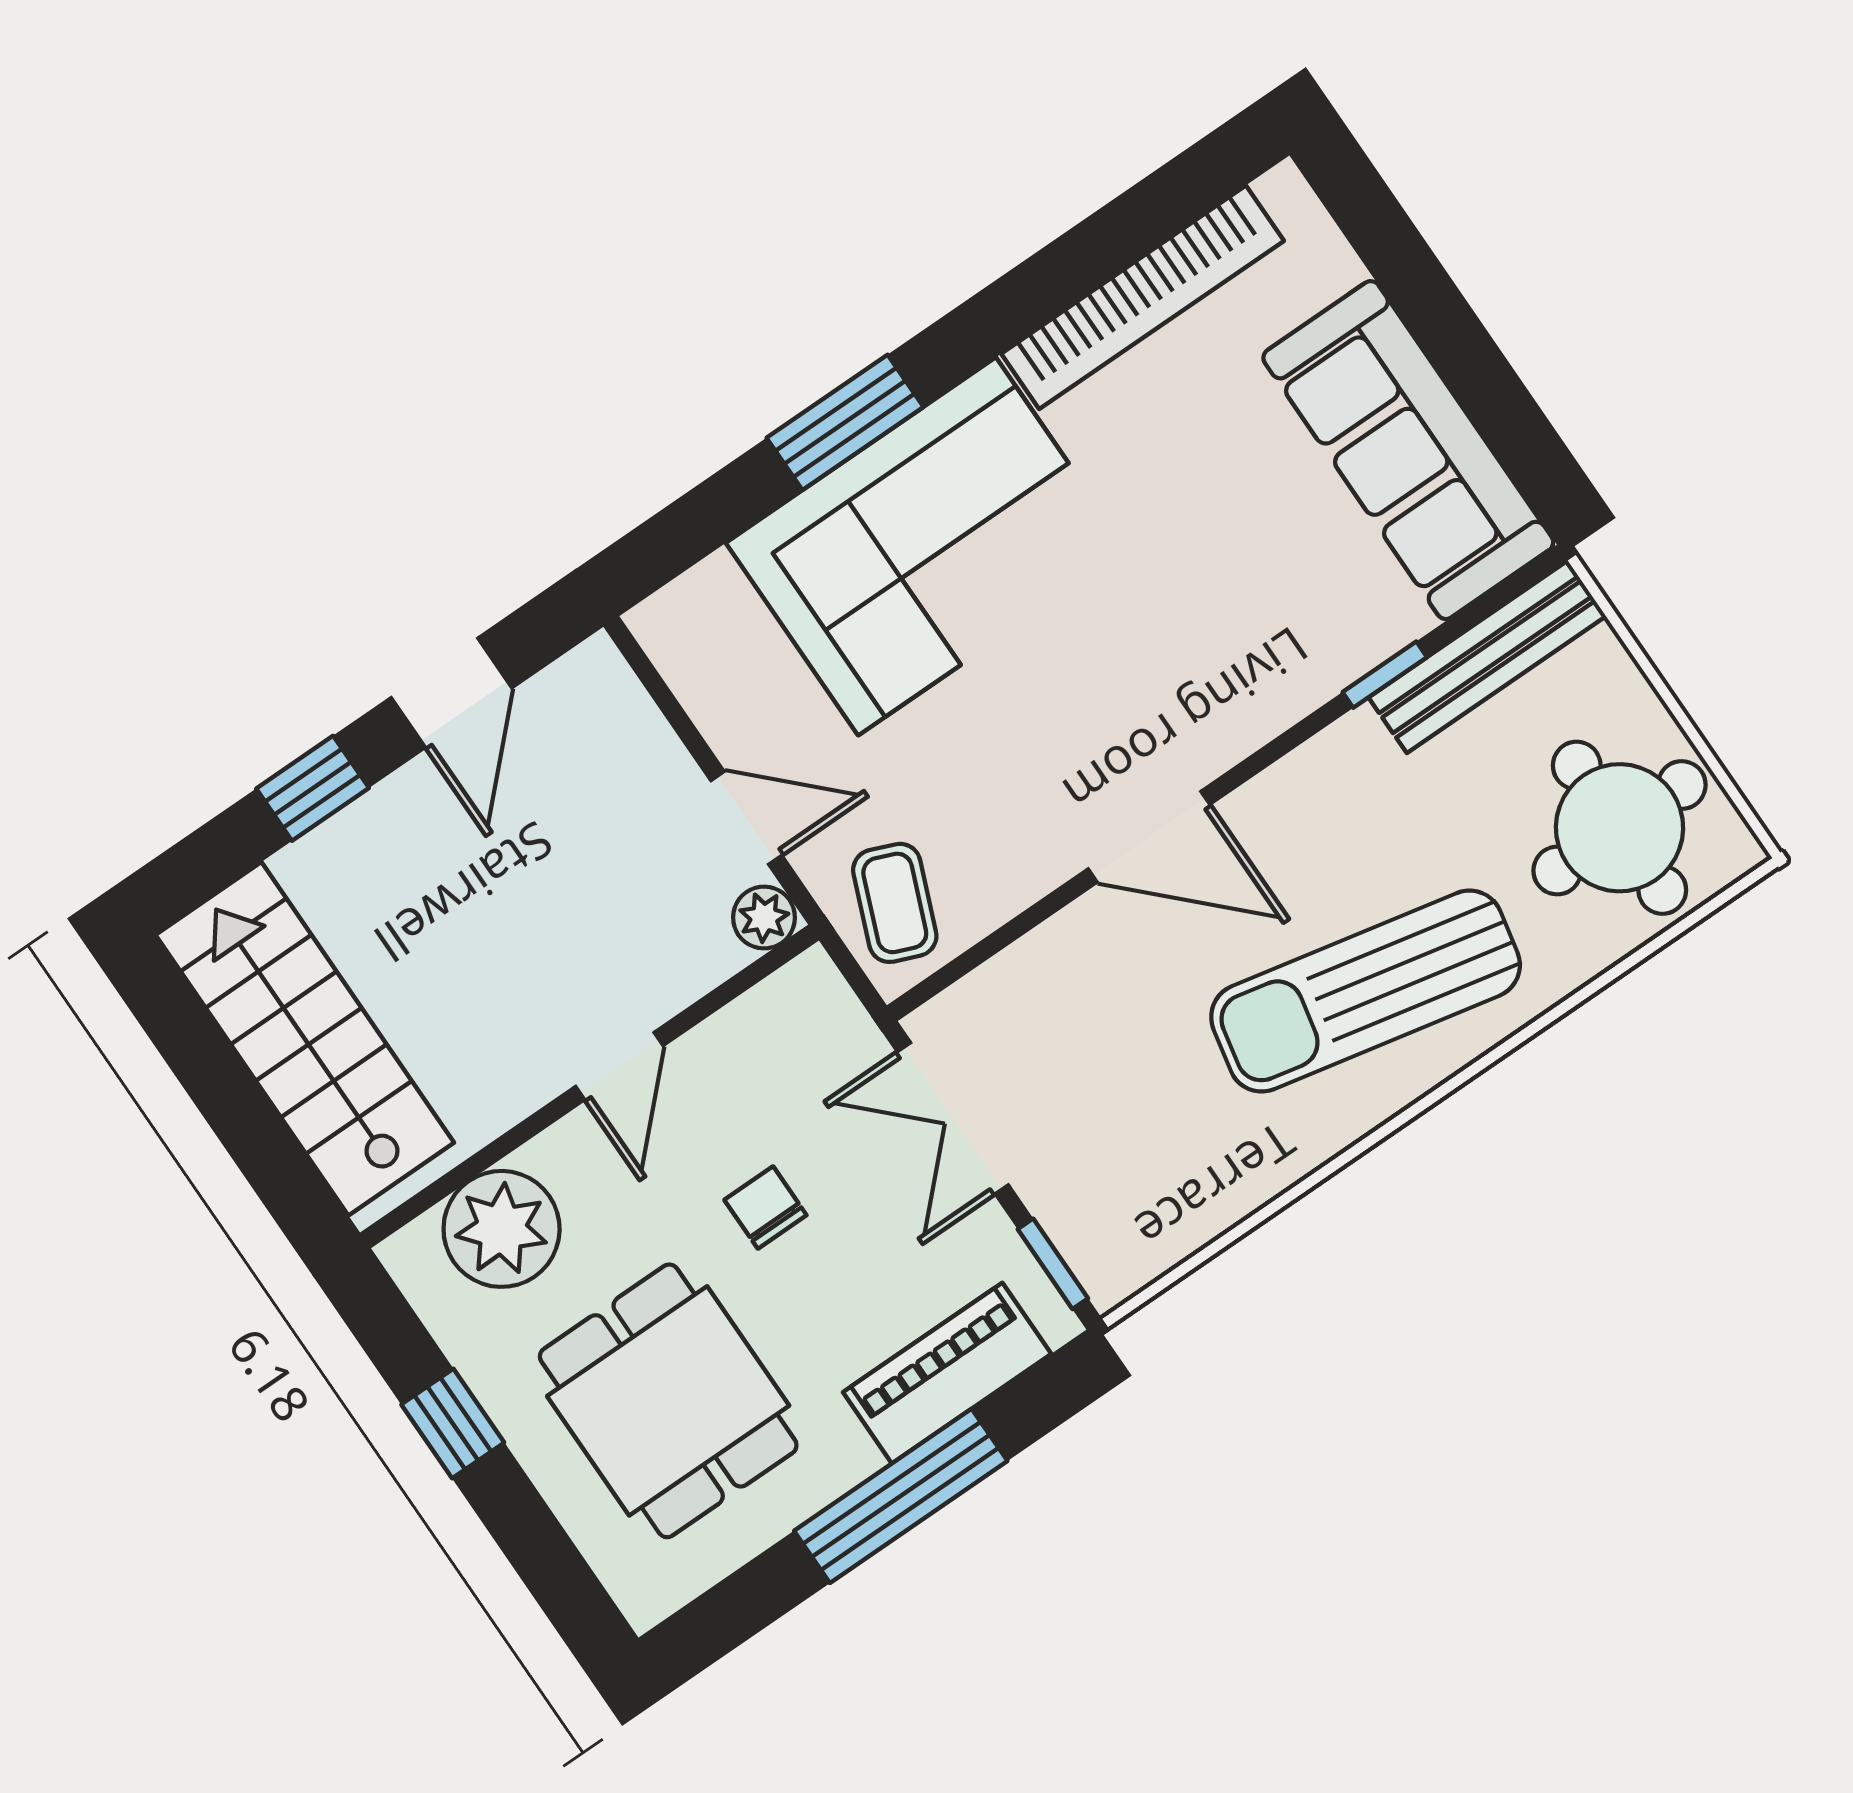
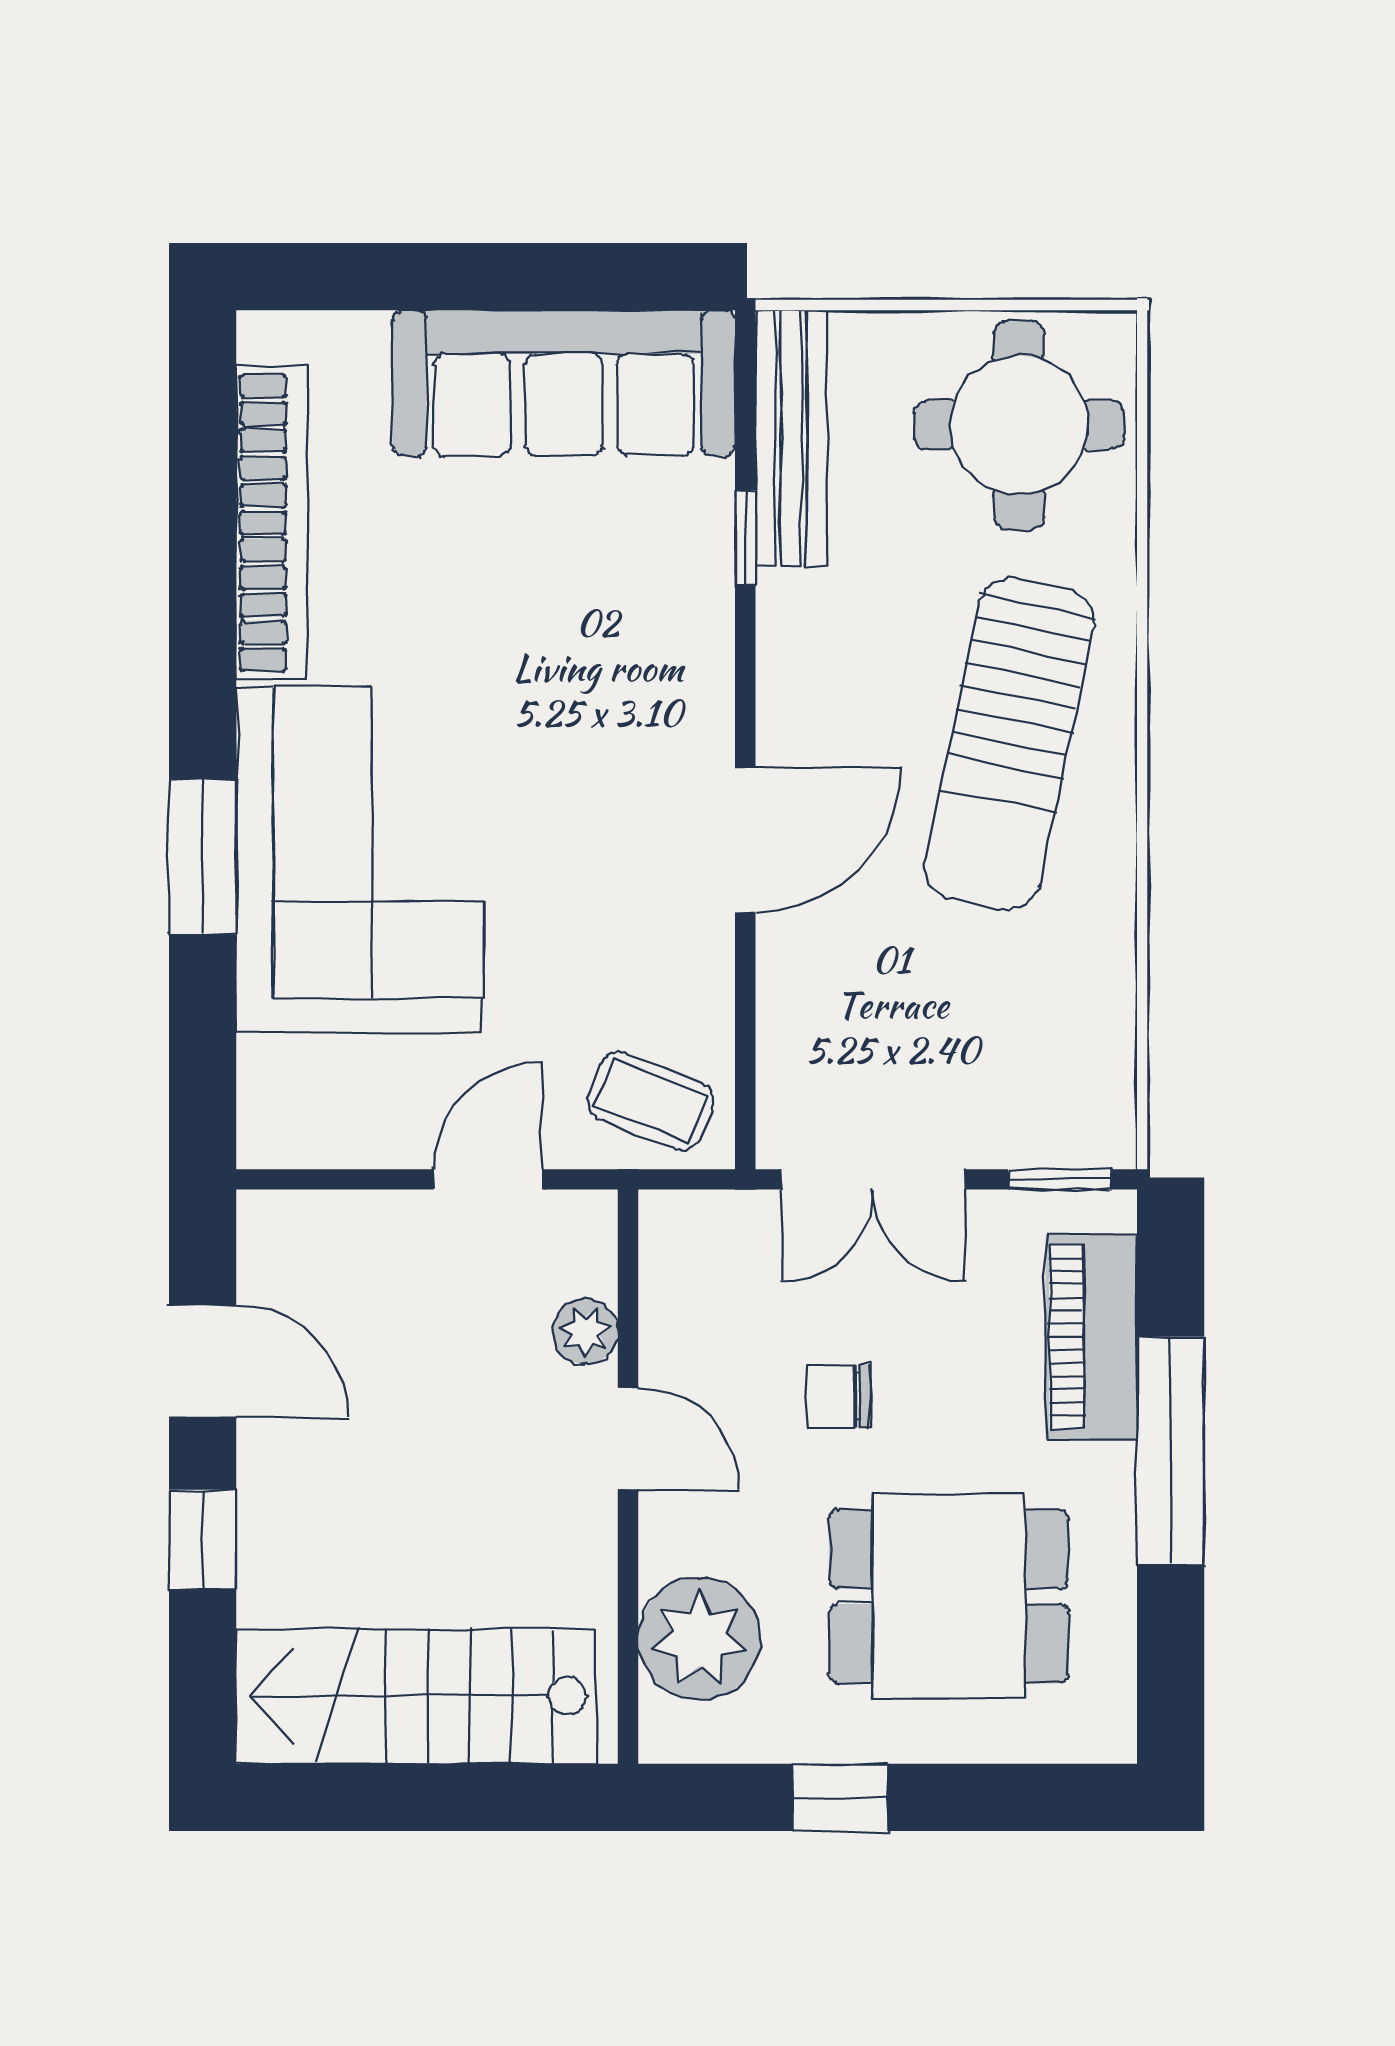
plant: (764, 918) -> (585, 1331), moved

